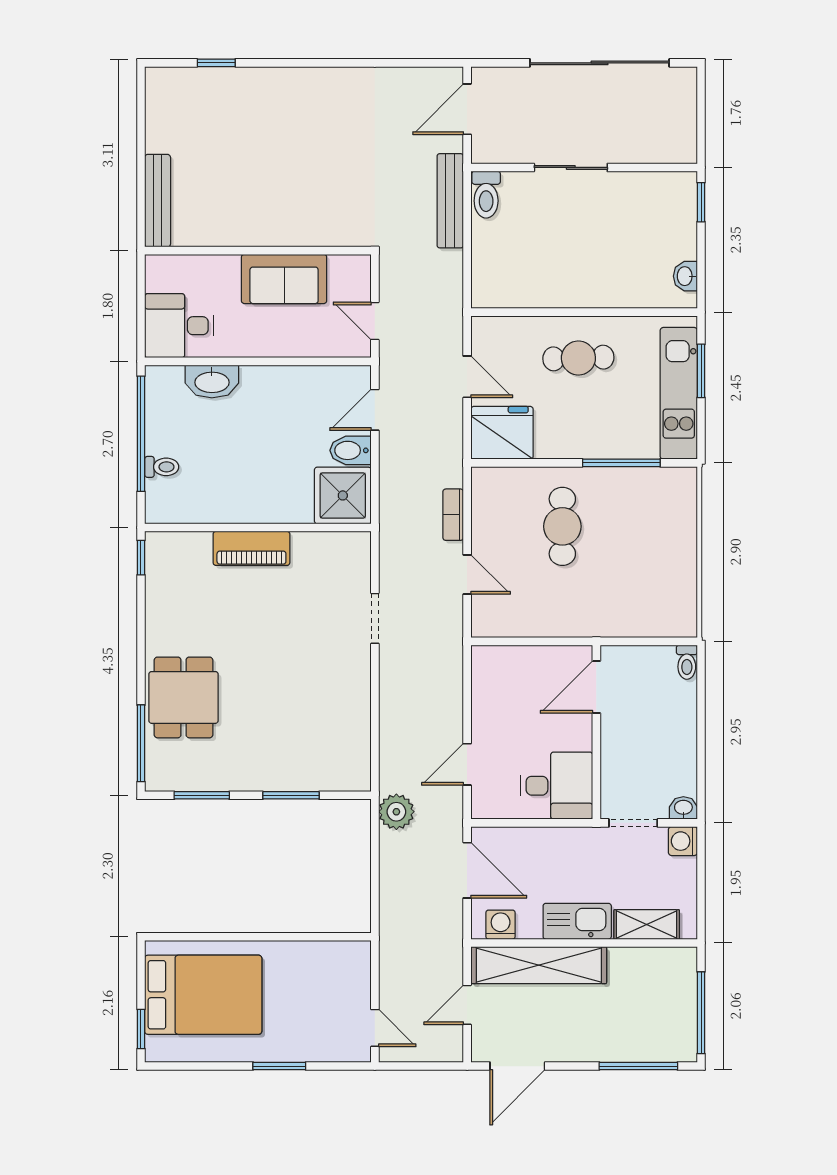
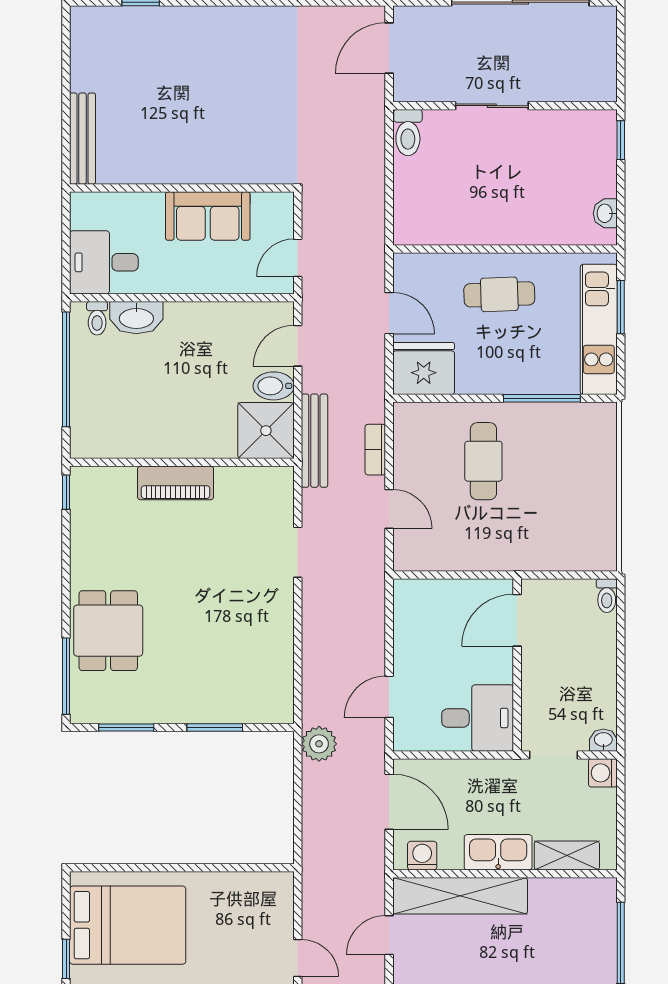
bench: (450, 201) -> (314, 441), moved
door: (375, 321) -> (298, 258), hinge flipped
toilet: (162, 467) -> (97, 318), moved, turned 90

